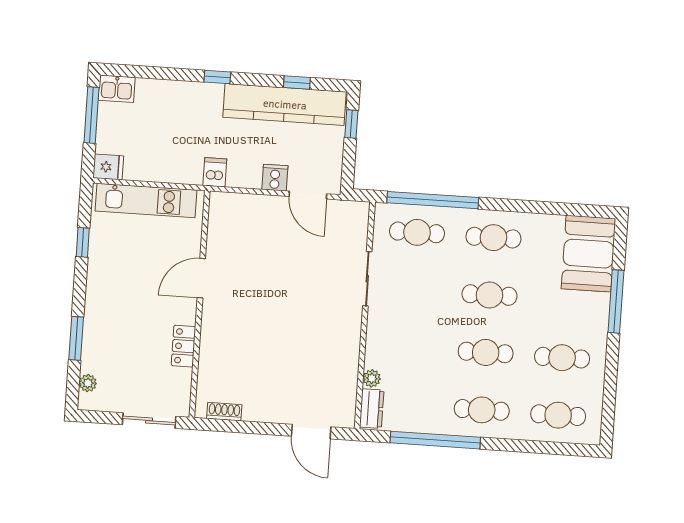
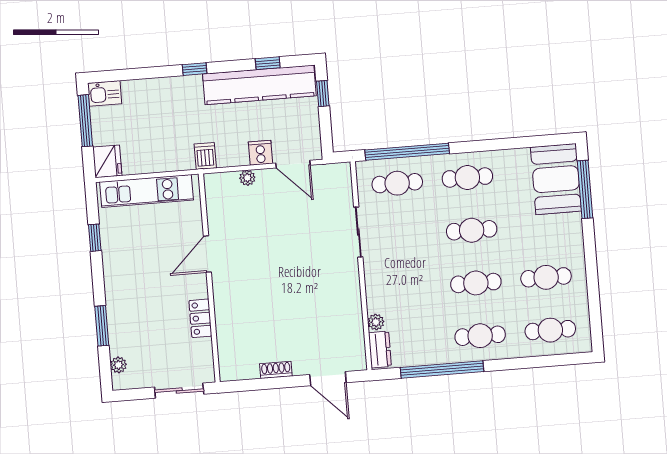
fridge: (108, 167) -> (107, 161), width x1.38
plant: (257, 203) -> (247, 178), added
window: (616, 301) -> (585, 189), moved
shoe rack: (224, 412) -> (276, 370), moved

